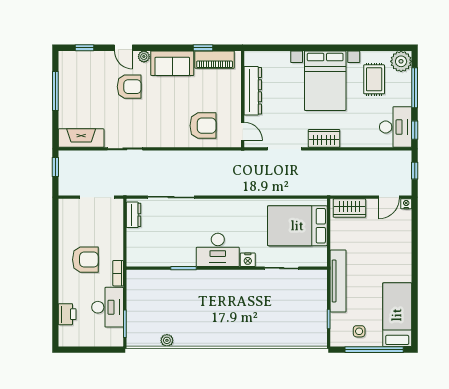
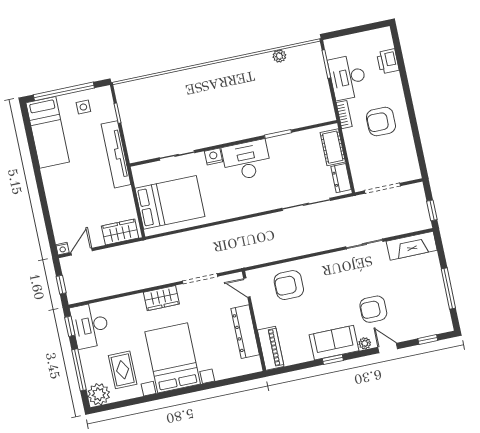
window: (203, 48) -> (333, 359), moved
piano: (215, 60) -> (271, 348), moved, turned 90
cot: (135, 245) -> (333, 147), added

